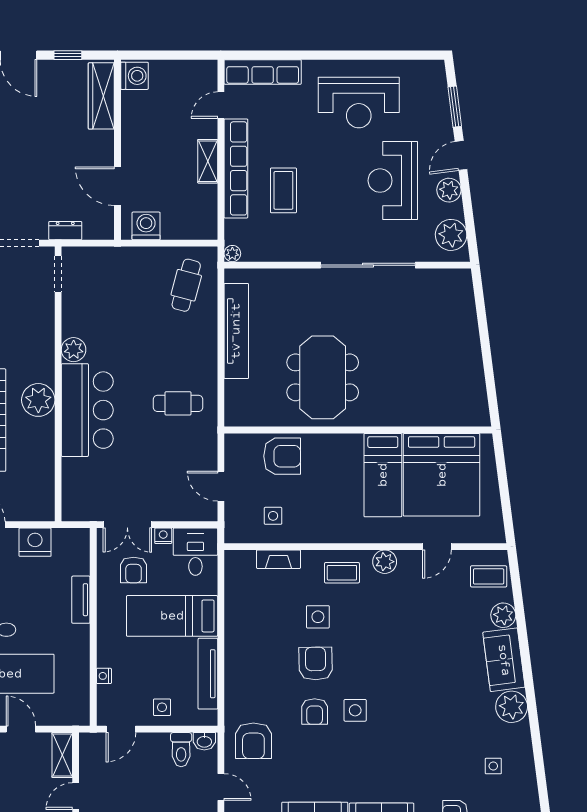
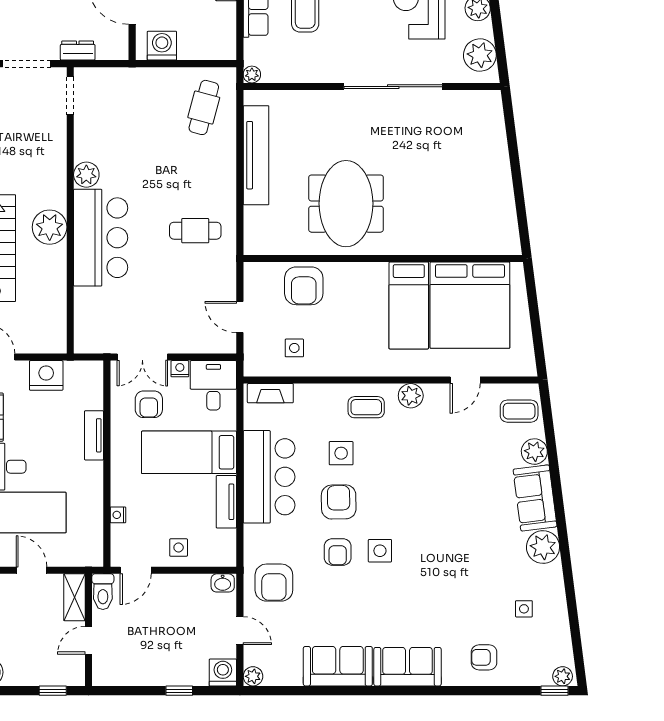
armchair: (282, 456) -> (304, 286), turned 90
fireplace: (279, 559) -> (270, 393), moved
bar counter: (249, 639) -> (269, 477), added
tv unit: (208, 674) -> (226, 502), width x0.71
toilet: (181, 750) -> (103, 592), moved

